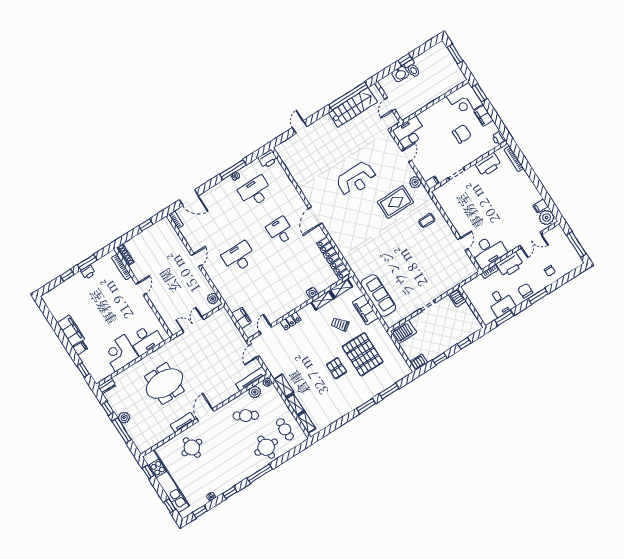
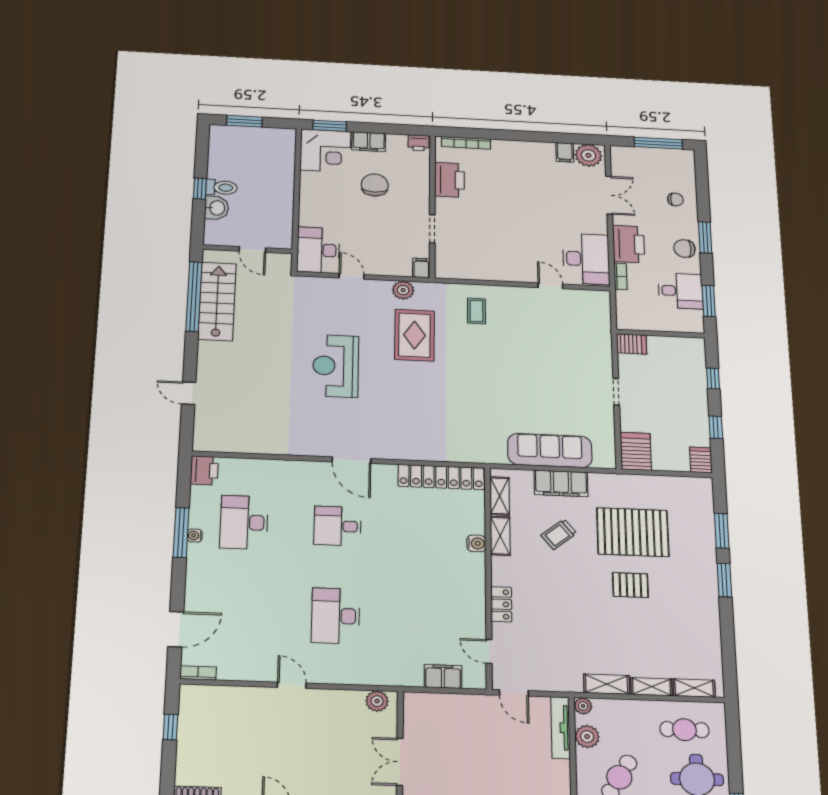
reception desk: (356, 179) -> (336, 366), turned 180

